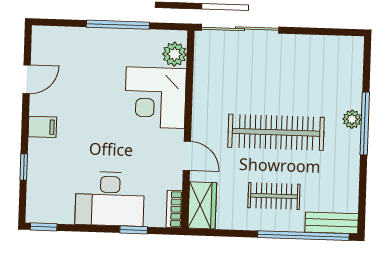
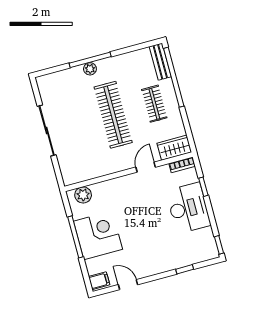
sliding door: (240, 29) -> (47, 130), moved
corner desk: (155, 98) -> (98, 235), moved, turned -90
filing cabinet: (42, 127) -> (99, 281), moved, turned 90

